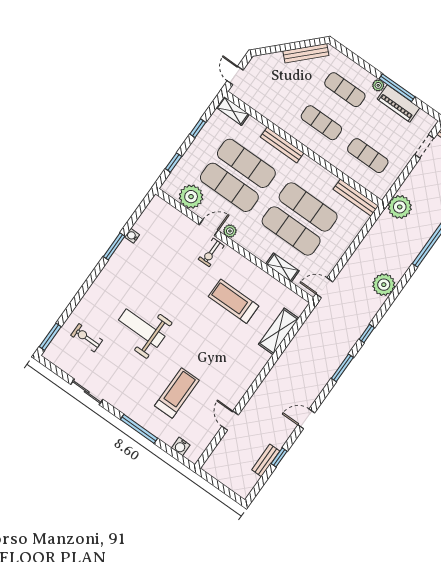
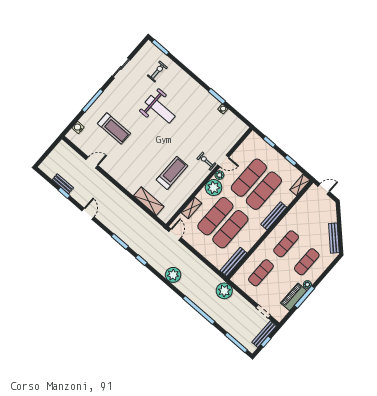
plant: (191, 197) -> (214, 188), moved
door: (209, 228) -> (223, 161), hinge flipped
weight bench: (142, 328) -> (160, 109), turned 90

